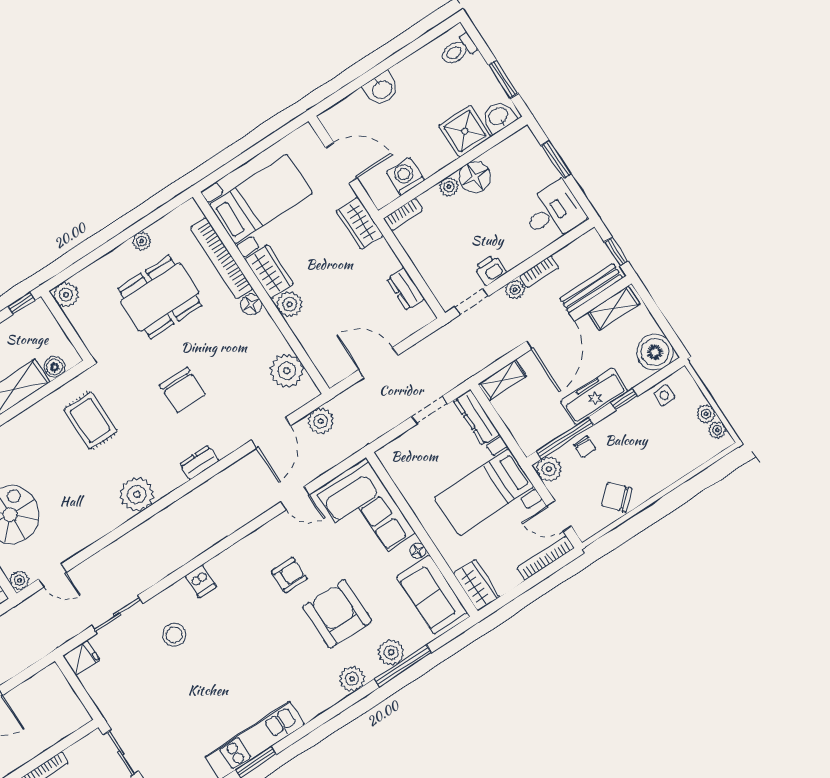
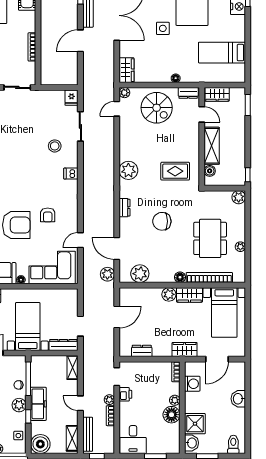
door: (550, 331) -> (80, 403), width x0.53
plant: (549, 469) -> (19, 405), moved

